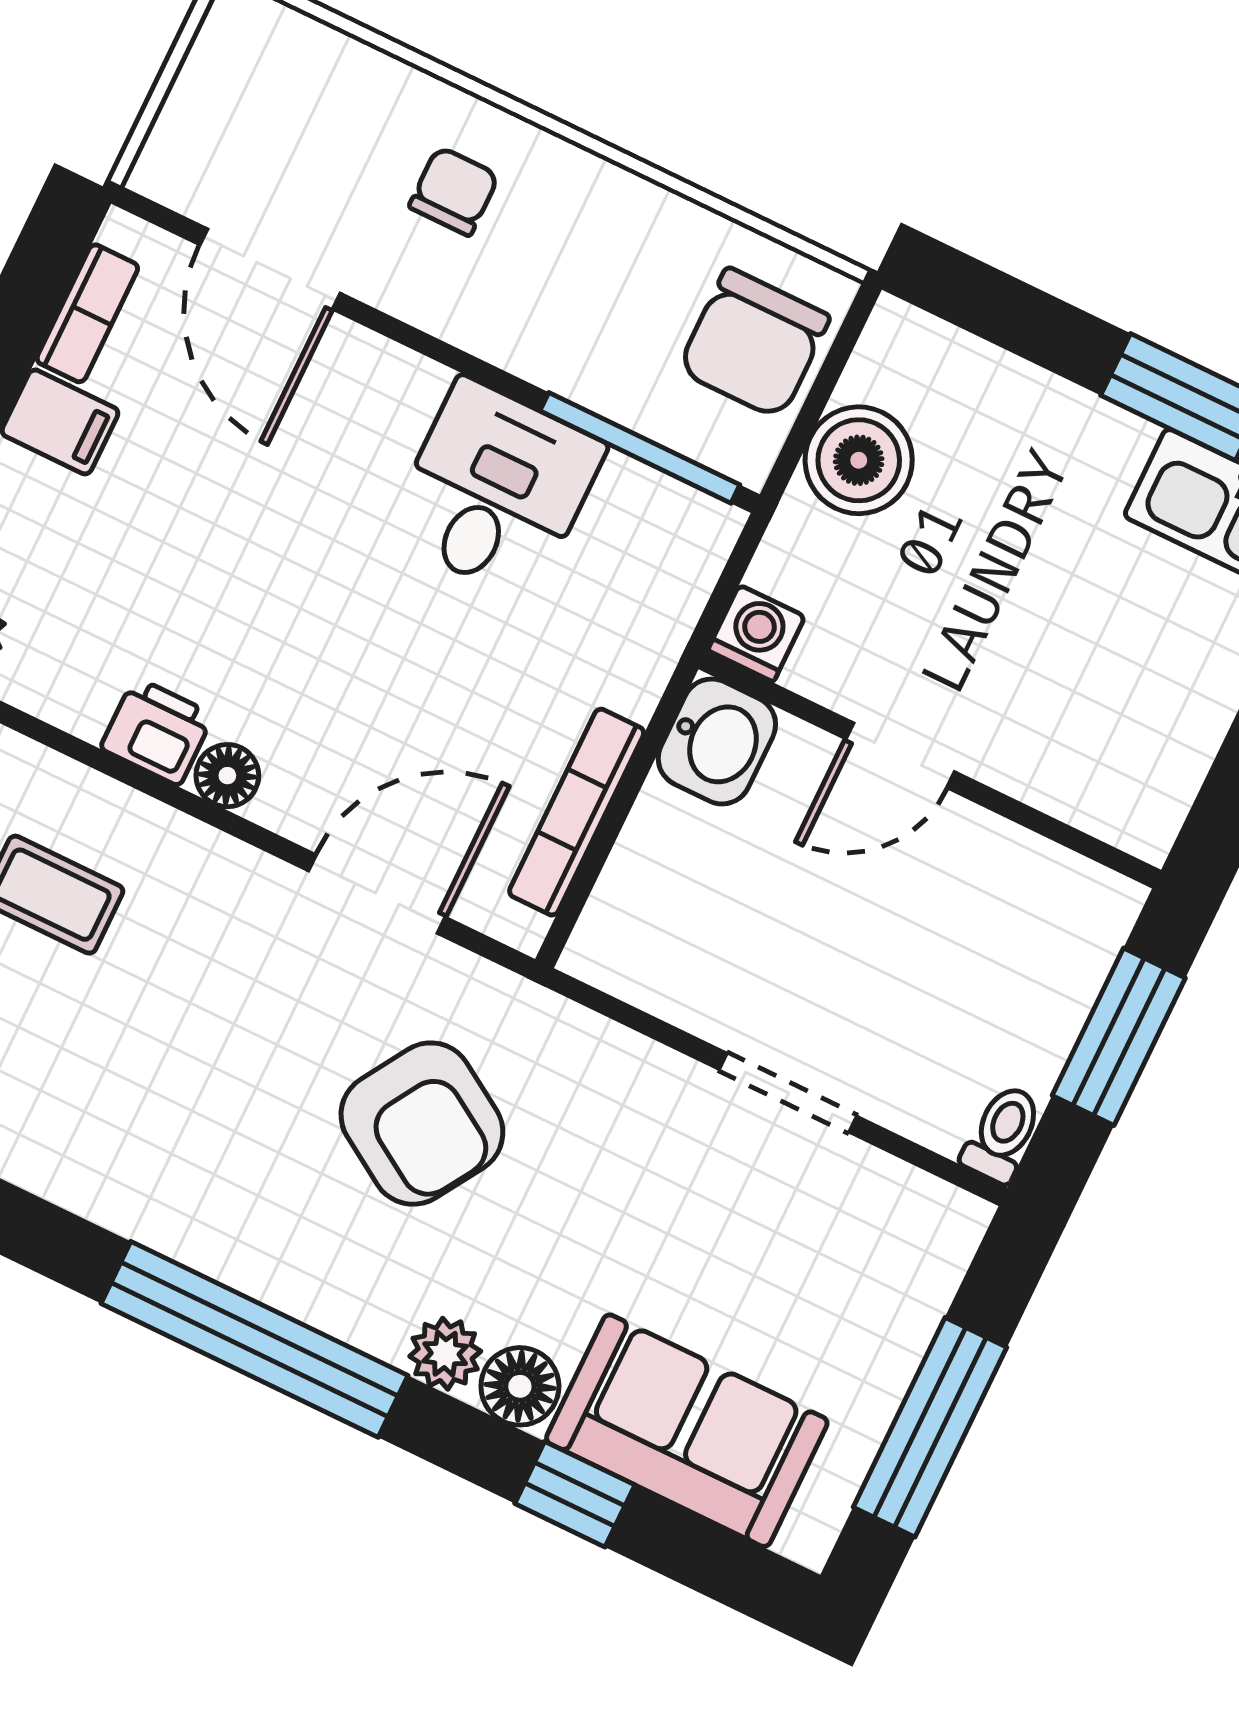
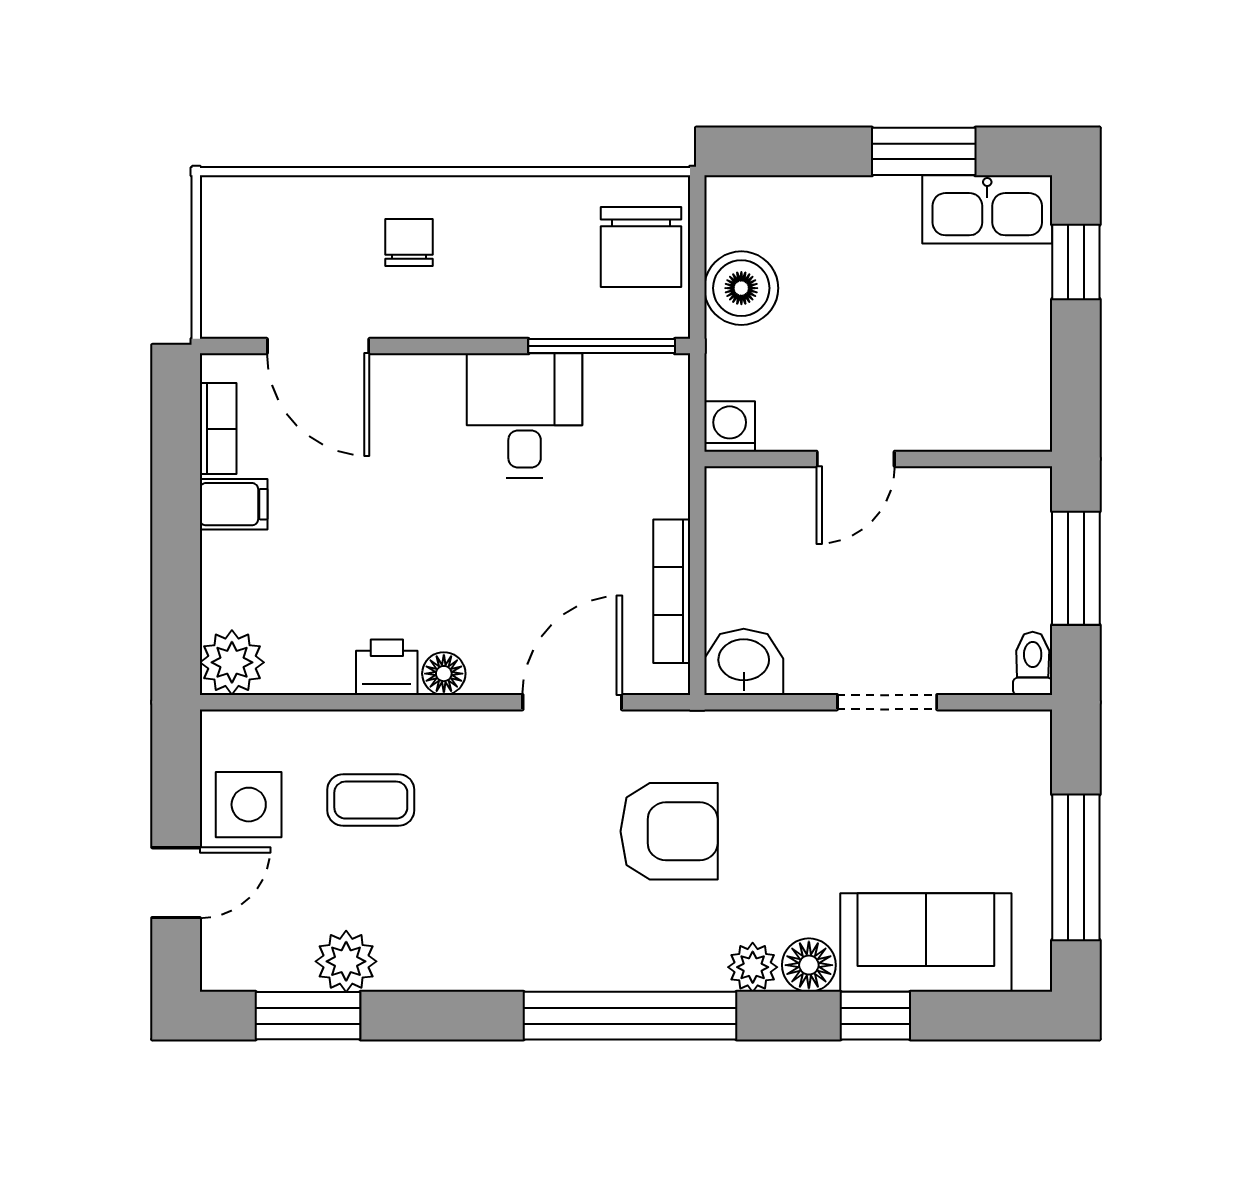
washbasin: (717, 741) -> (744, 662), moved, turned -90
armchair: (422, 1124) -> (669, 831), turned -32

